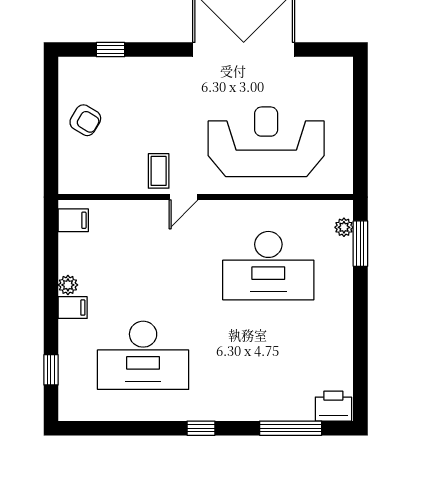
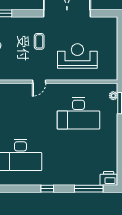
reception desk: (266, 142) -> (77, 56), width x0.74, depth x0.77
coffee table: (159, 171) -> (39, 41), moved

